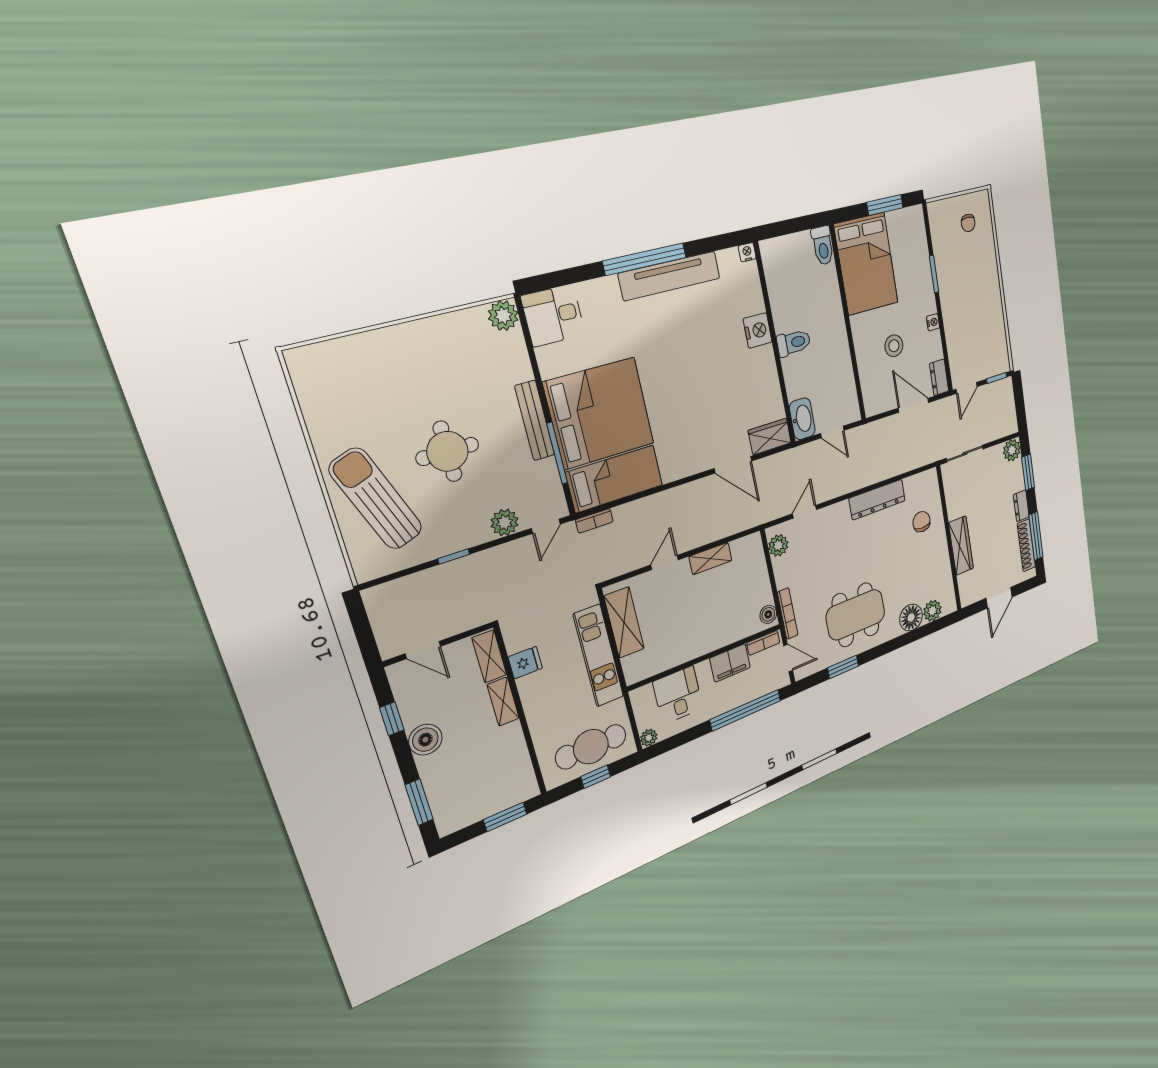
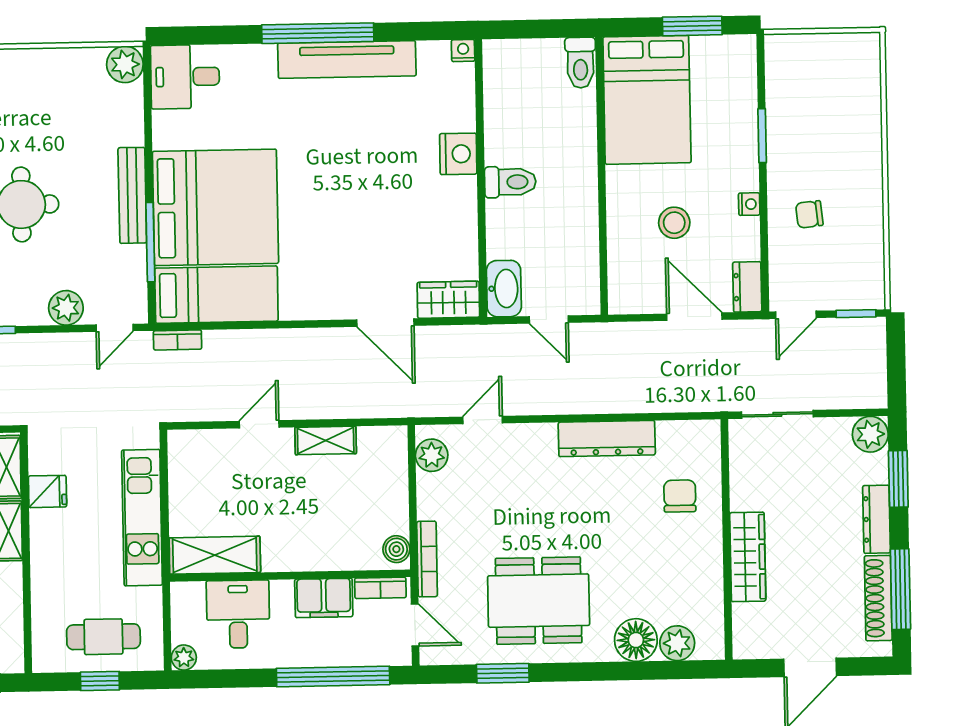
chair: (968, 223) -> (809, 214), moved, turned 84
dresser: (1021, 506) -> (877, 519), width x1.44
shelving: (624, 623) -> (215, 555), moved, turned 90
cafe table: (591, 747) -> (103, 637), width x0.73, depth x0.74

